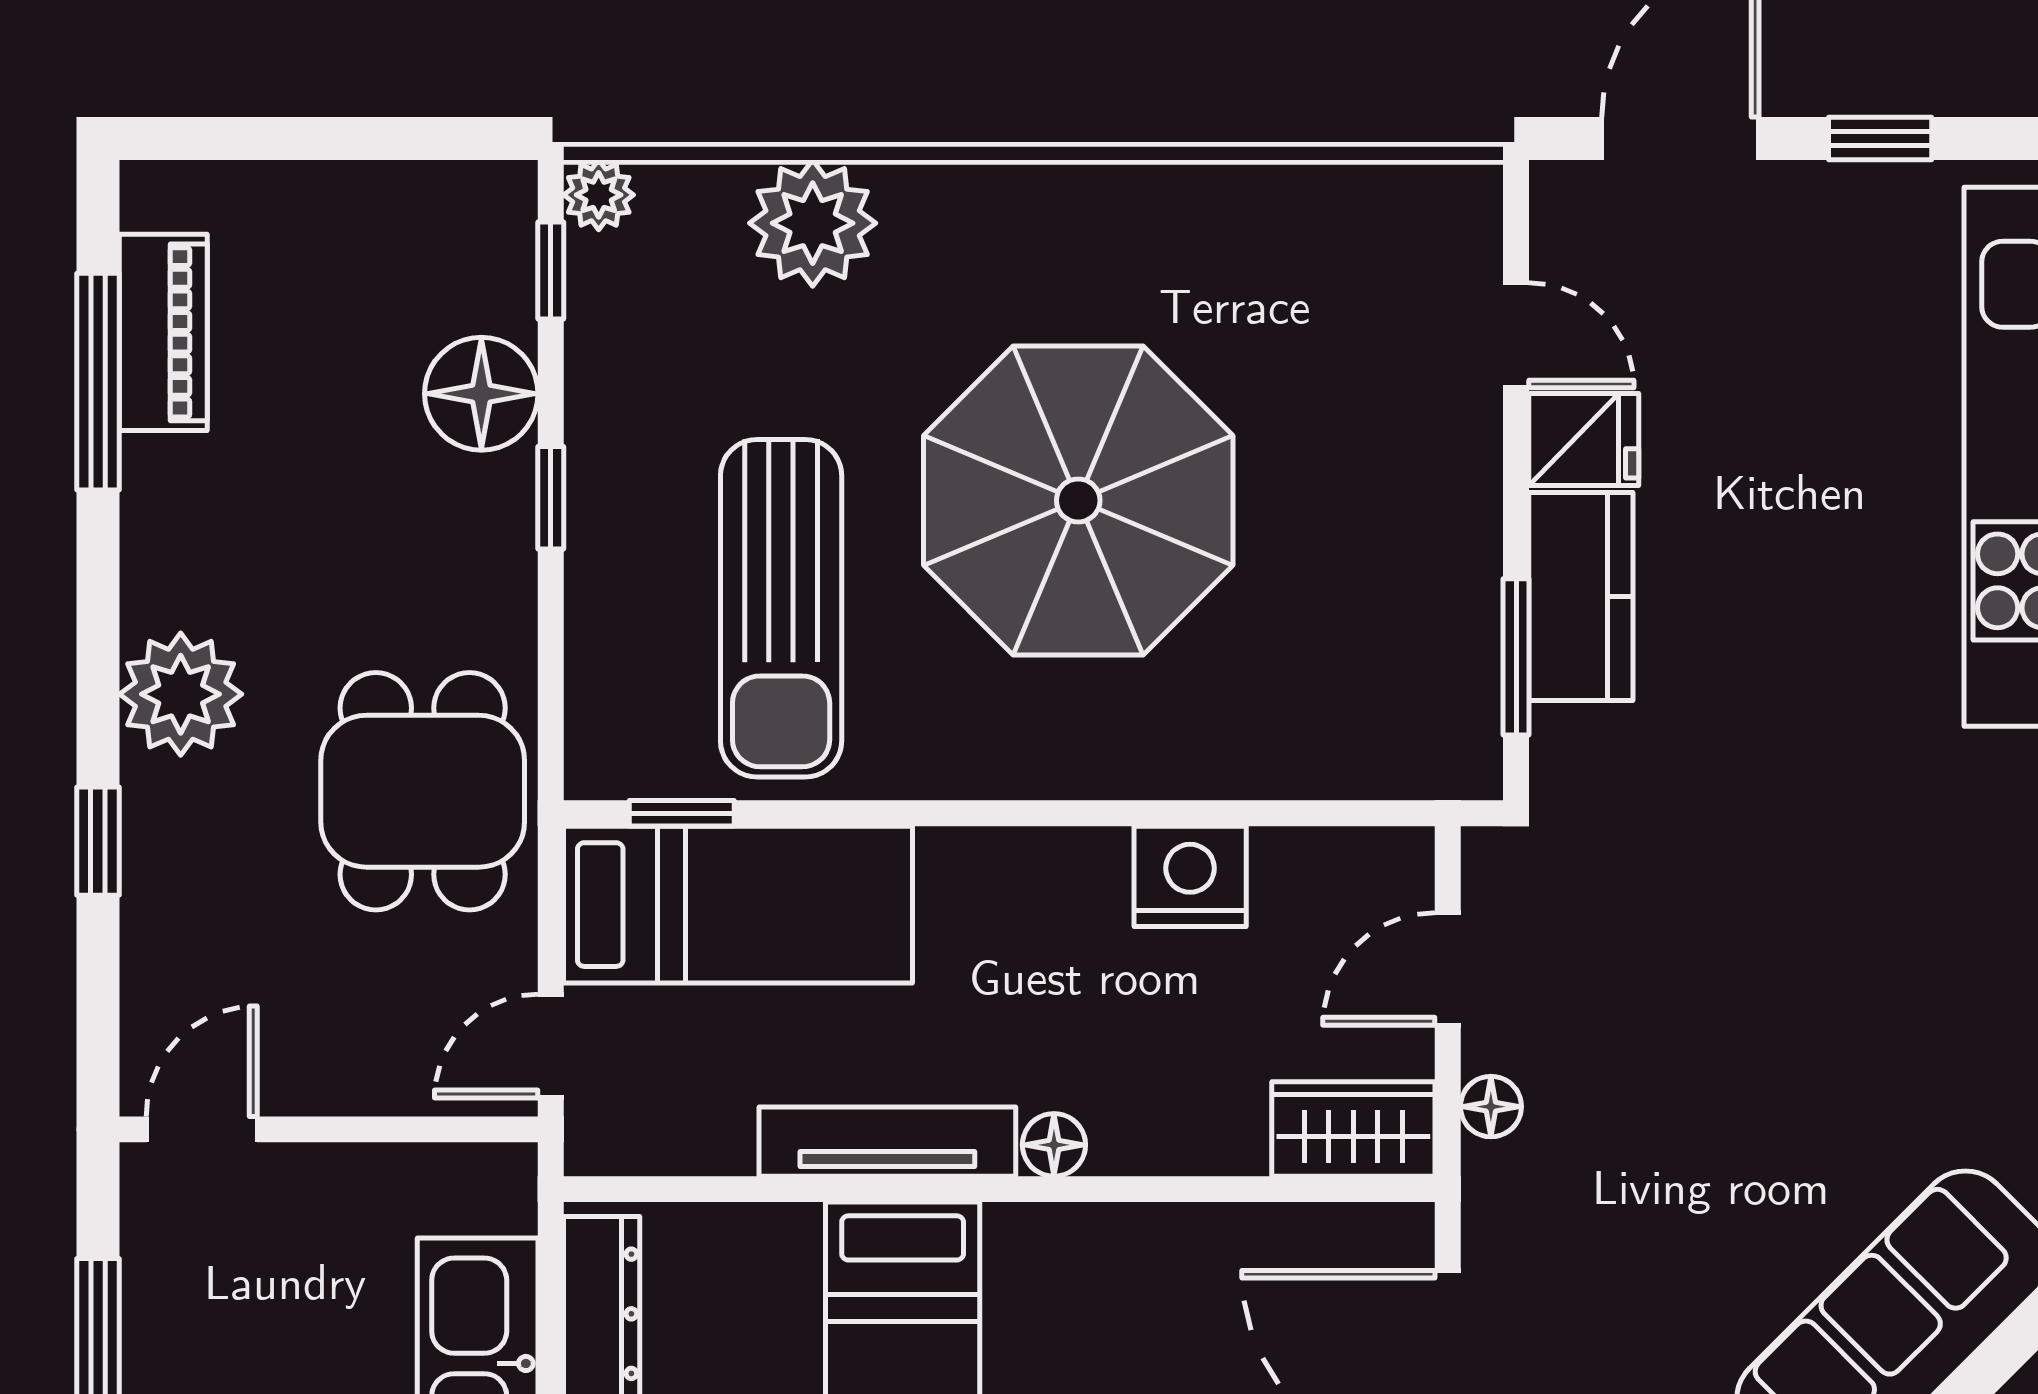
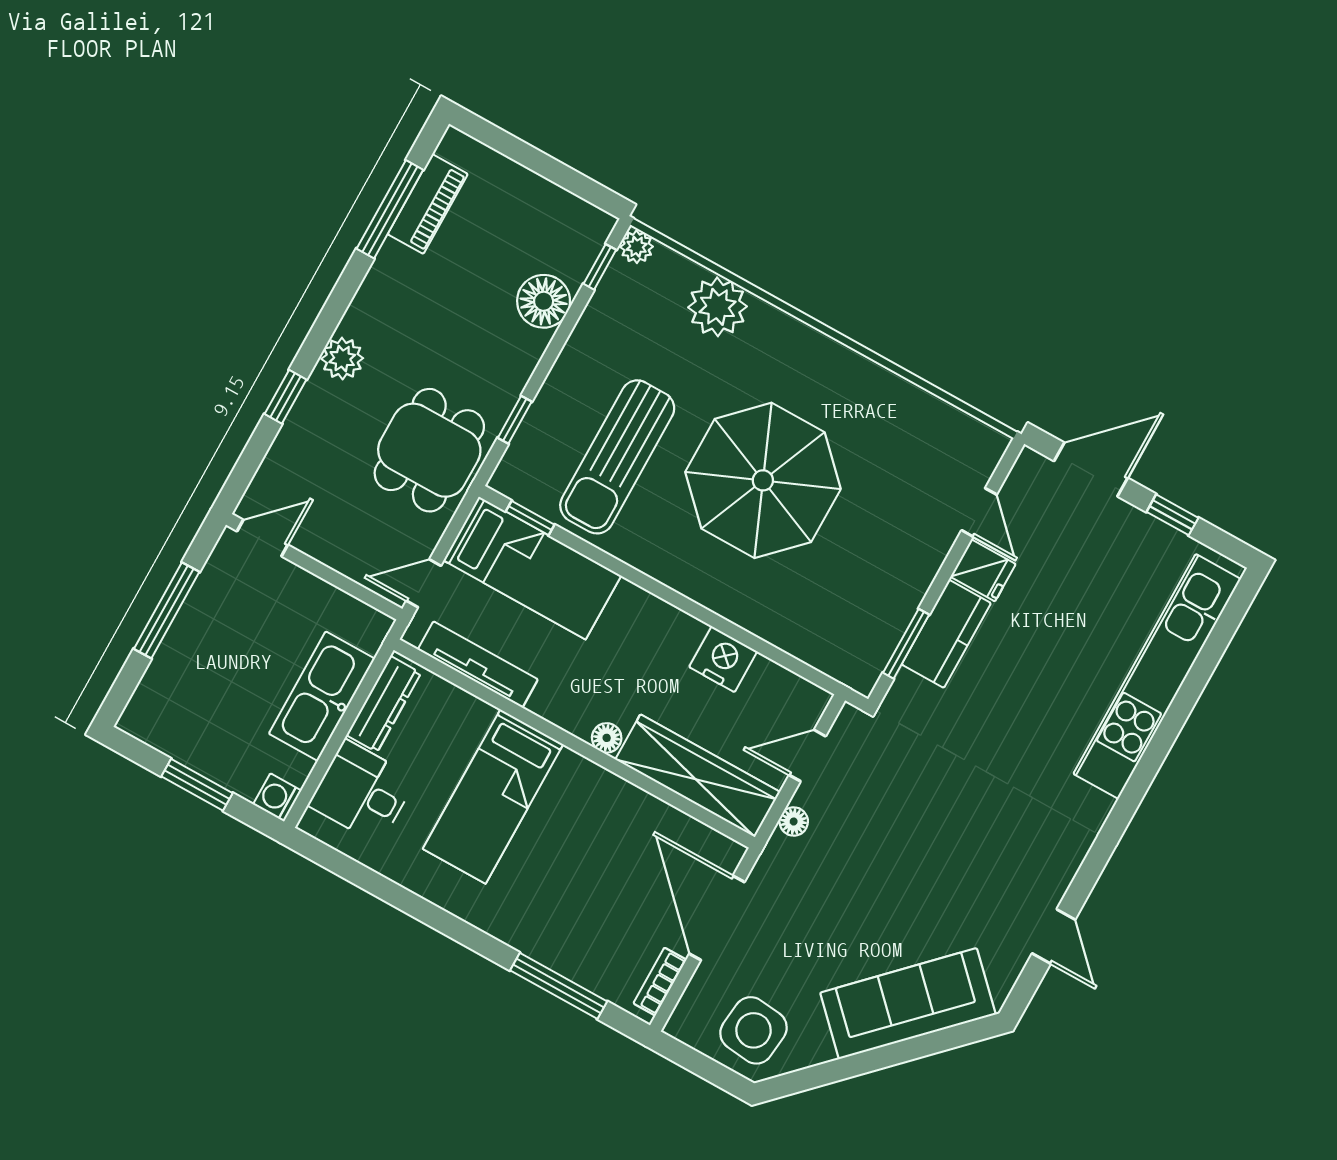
window: (551, 498) -> (515, 420), moved
plant: (181, 694) -> (342, 359), width x0.73, depth x0.73
wardrobe: (1353, 1129) -> (698, 776), width x2.10, depth x1.17
tv unit: (887, 1142) -> (478, 664), moved

